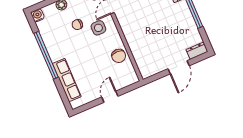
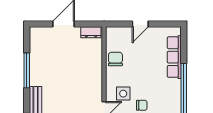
dresser: (197, 51) -> (91, 32), moved

